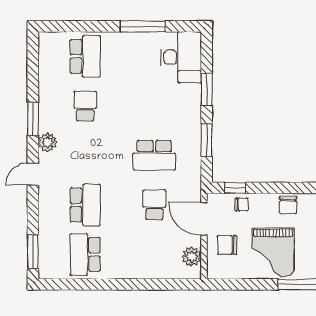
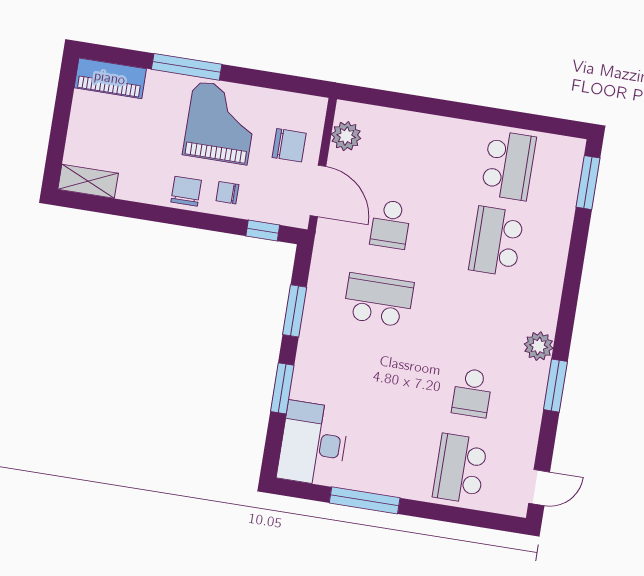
door: (33, 174) -> (539, 488), moved
chair: (242, 205) -> (227, 193), moved

